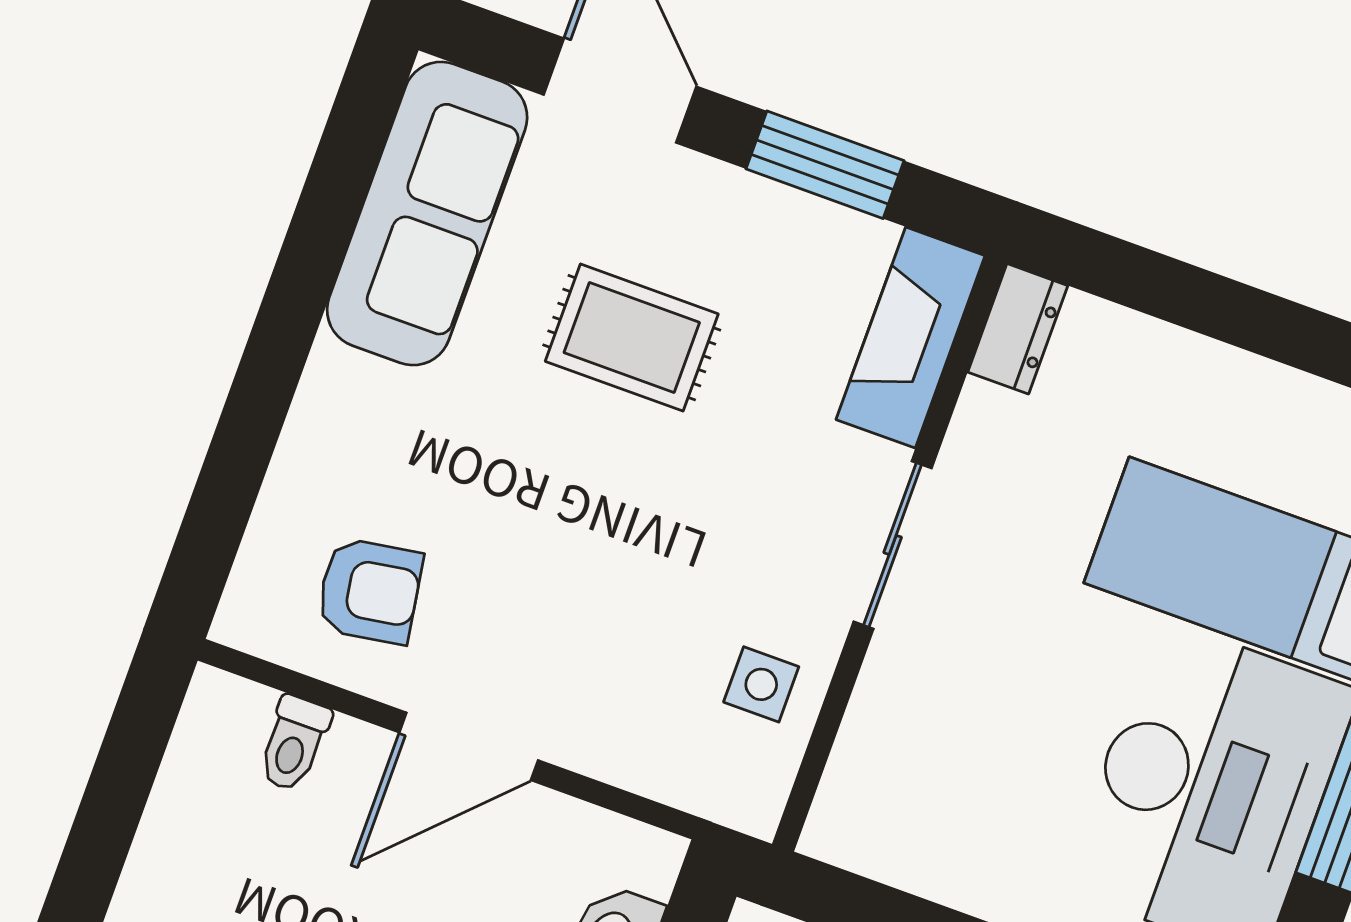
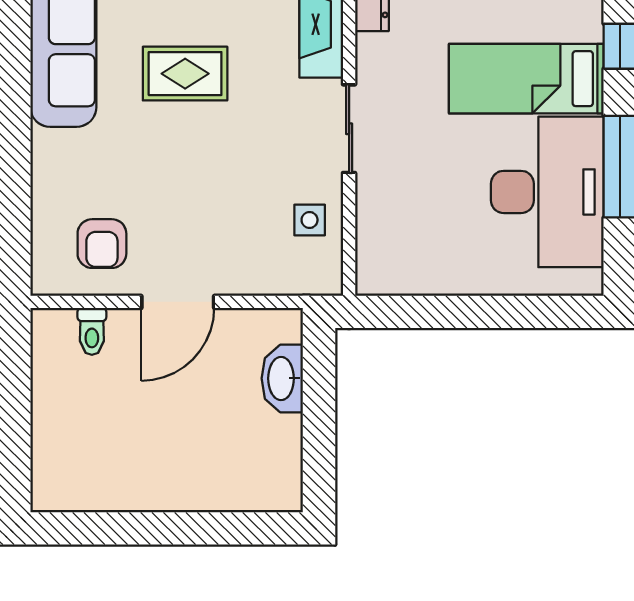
armchair: (370, 591) -> (102, 244), turned 99

